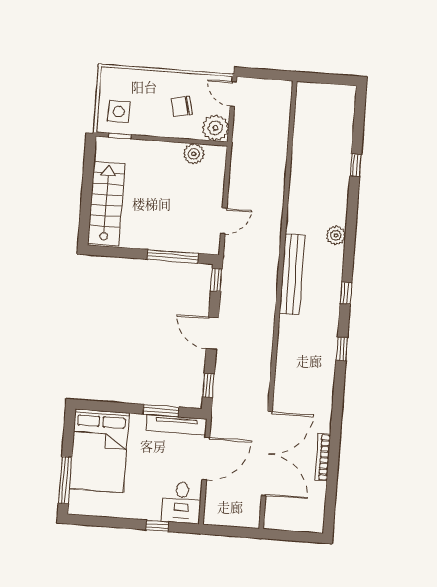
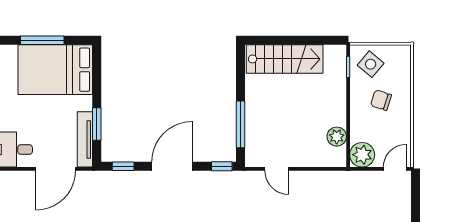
chair: (182, 106) -> (381, 100), moved, turned -59
side table: (119, 112) -> (371, 64), turned 38
door: (212, 333) -> (172, 166), width x1.36
door: (206, 458) -> (56, 169), hinge flipped
window: (65, 480) -> (42, 40), moved

